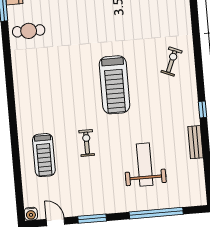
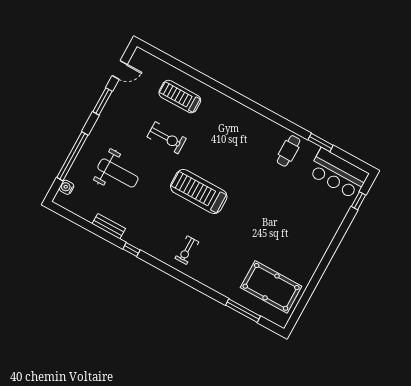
exercise bike: (172, 62) -> (187, 250), turned 67
exercise bike: (87, 143) -> (167, 138), width x1.38, depth x1.39
water cooler: (31, 214) -> (67, 187), moved

